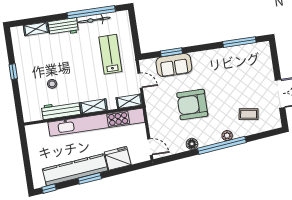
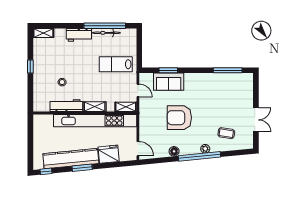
shelving: (36, 29) -> (43, 33), moved
lab bench: (110, 54) -> (116, 64), turned -90

